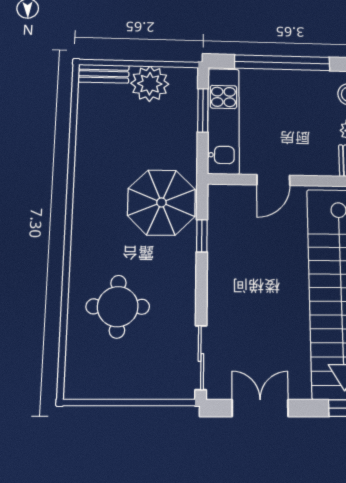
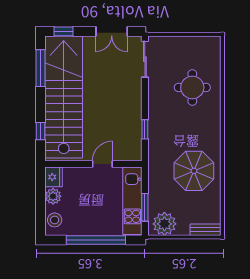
plant: (150, 84) -> (164, 224), moved
parasol: (161, 202) -> (194, 171), moved

